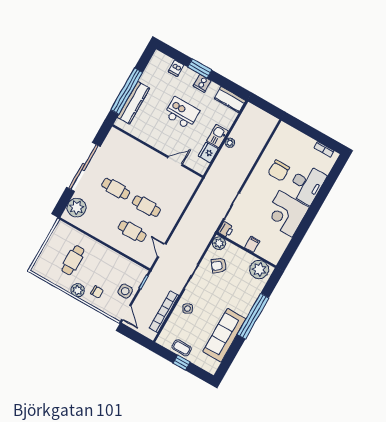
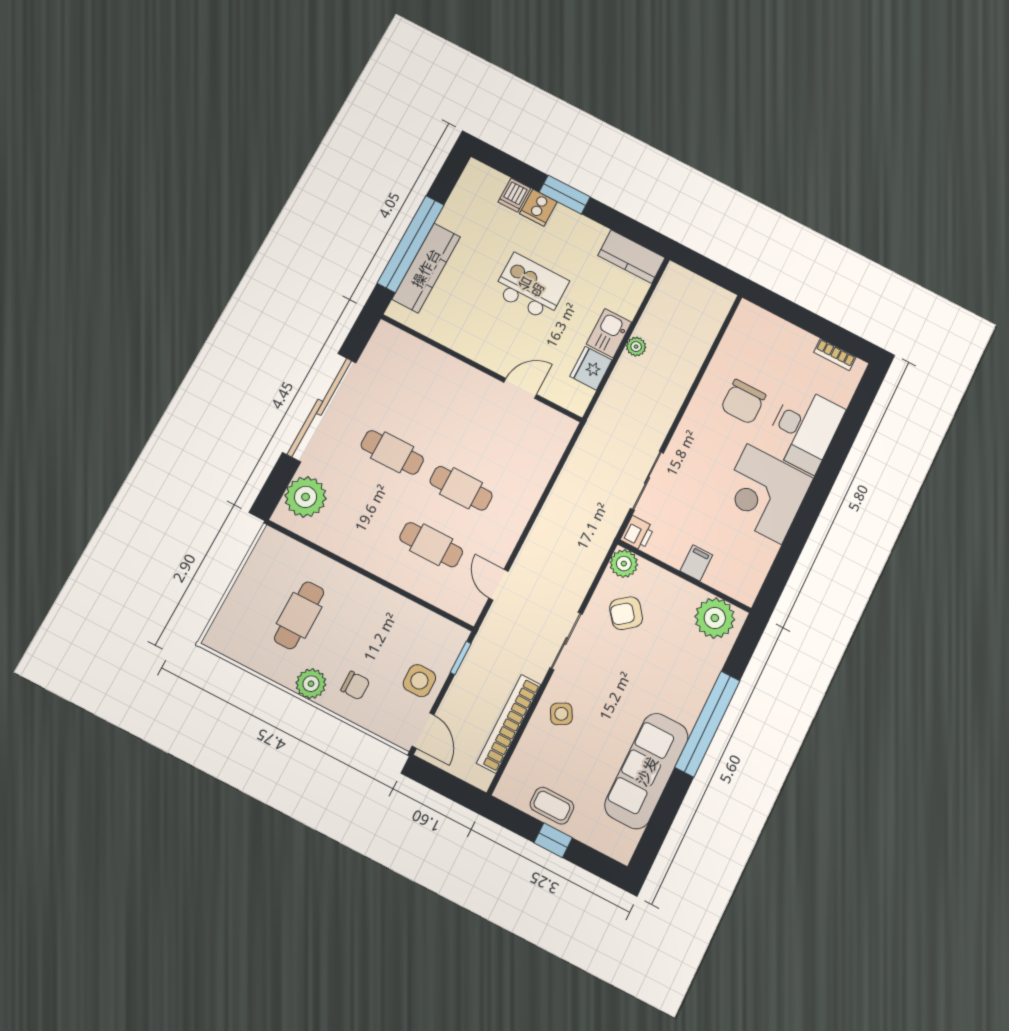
cooker: (202, 83) -> (538, 208), moved

